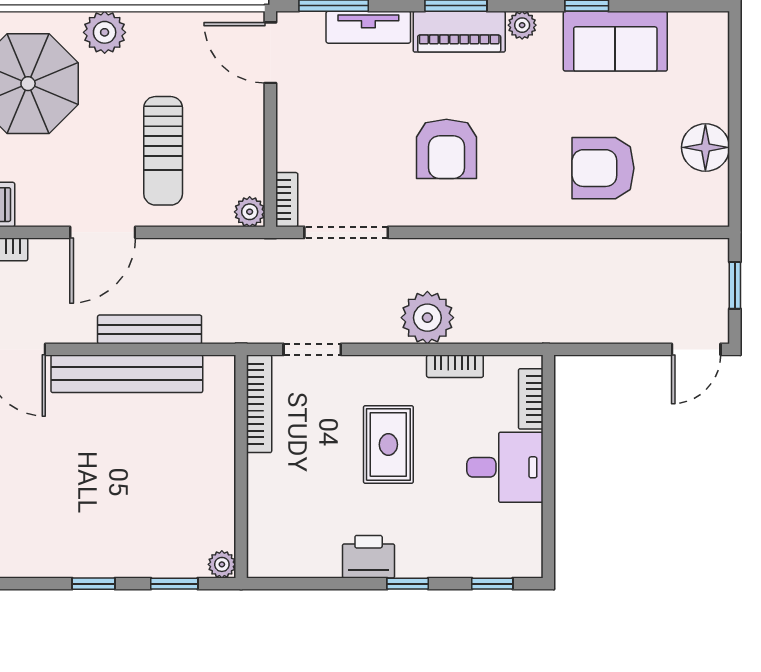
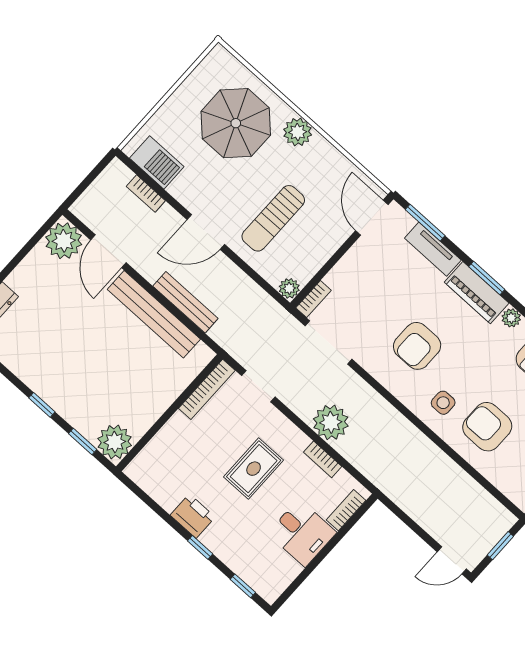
side table: (531, 185) -> (443, 403), added
plant: (222, 564) -> (115, 442), width x1.88, depth x1.88

